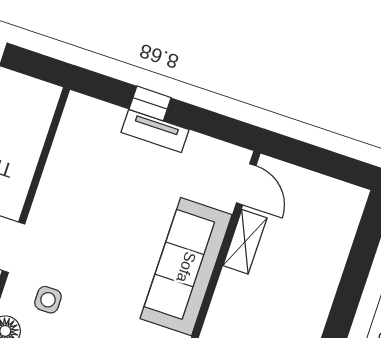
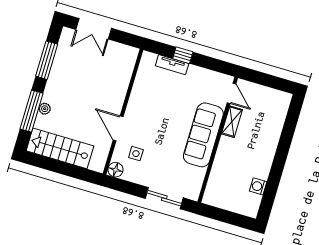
tv unit: (155, 131) -> (172, 65), moved

